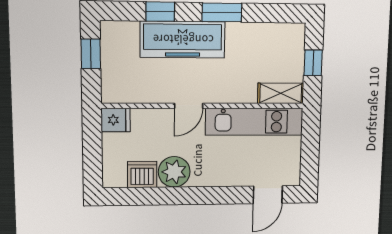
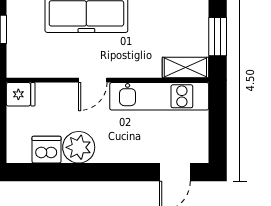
window: (313, 63) -> (218, 37), width x1.50

